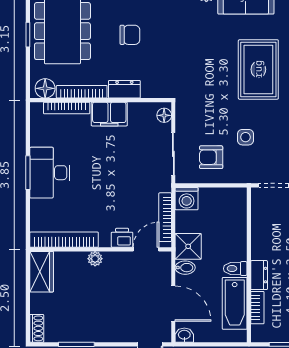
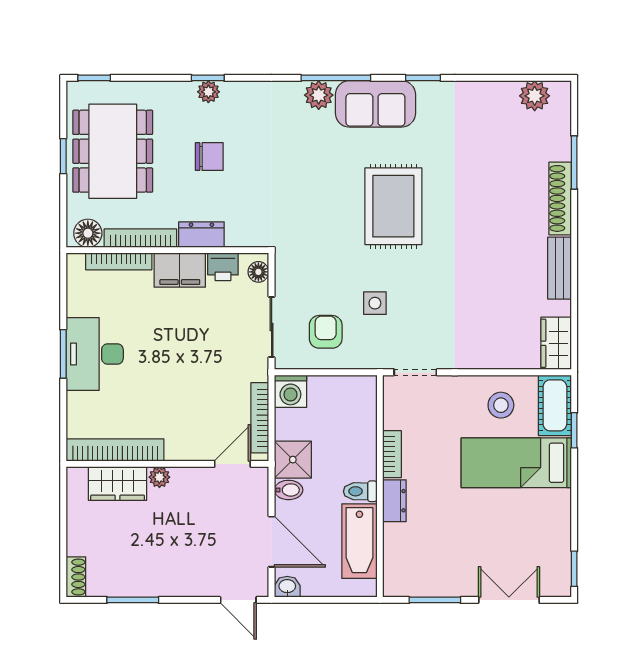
armchair: (211, 157) -> (326, 332), turned 90
printer: (122, 238) -> (223, 267), moved, turned 180
wardrobe: (42, 272) -> (118, 484), moved, turned 90
bookcase: (257, 308) -> (392, 454), moved

